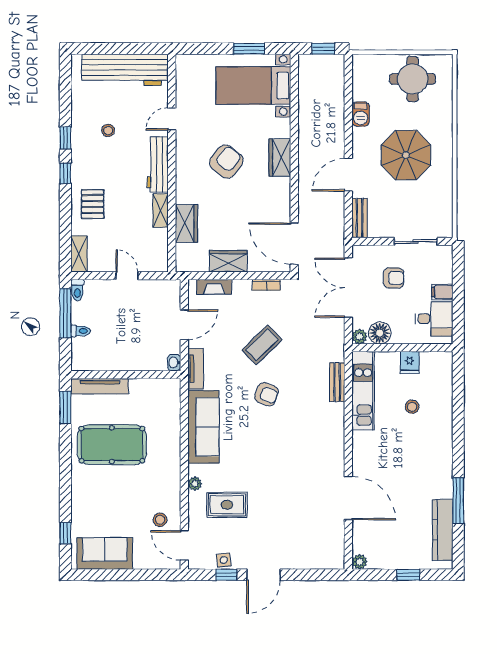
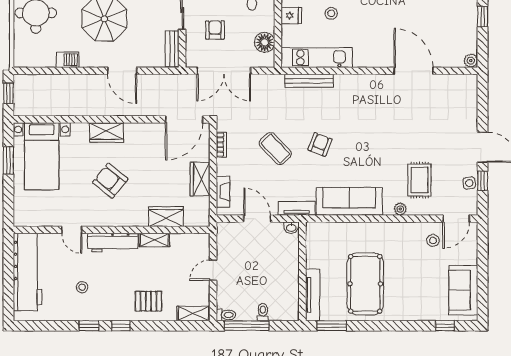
bench: (359, 218) -> (172, 49), moved, turned 90
plant: (360, 337) -> (268, 61), removed
bench: (337, 382) -> (309, 81), width x1.36
door: (348, 498) -> (413, 71), hinge flipped

